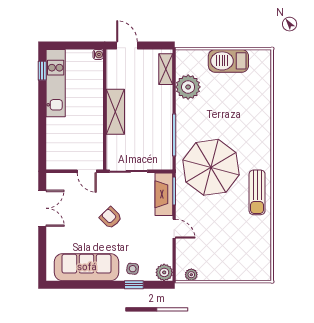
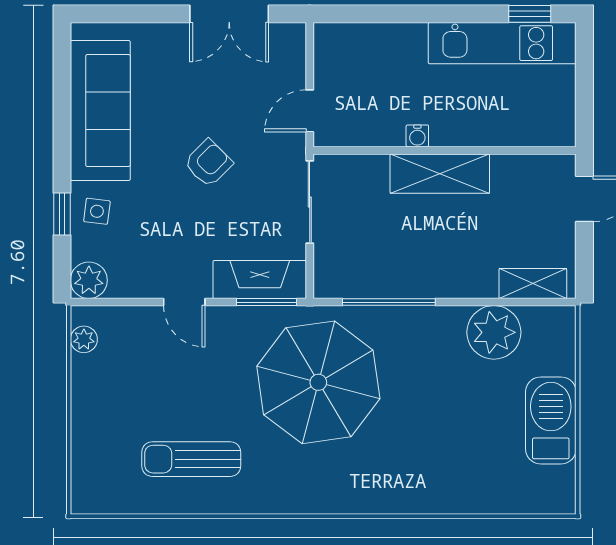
water cooler: (98, 54) -> (417, 136), moved
sun lounger: (257, 192) -> (191, 459), moved
door: (174, 229) -> (184, 302), hinge flipped

